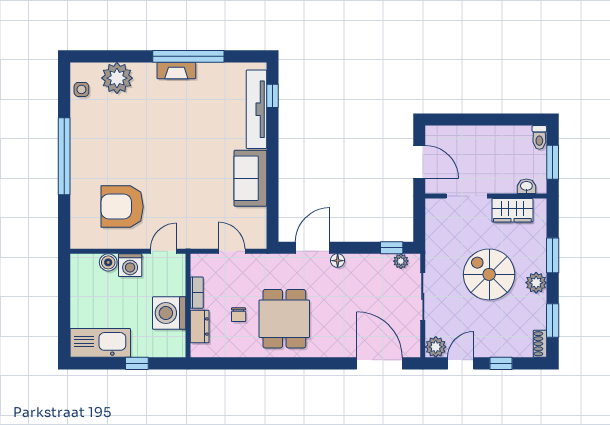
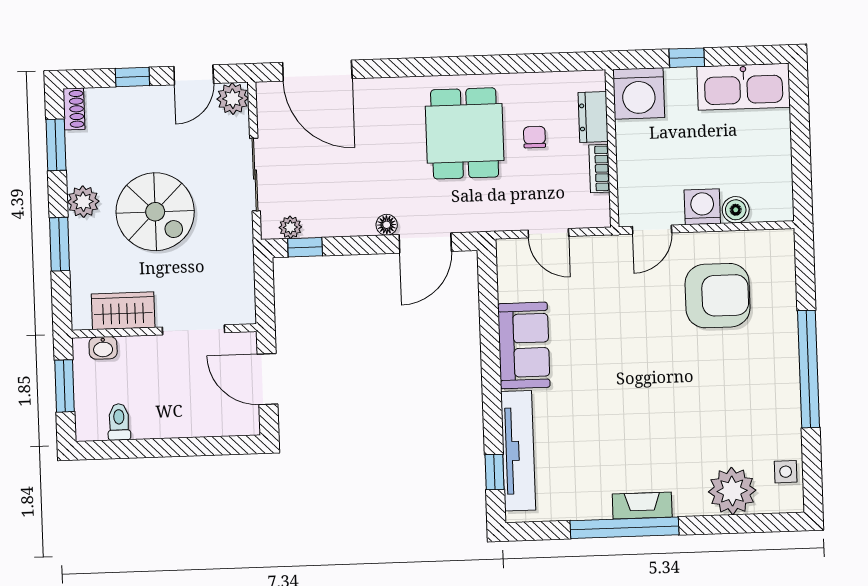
toilet: (539, 137) -> (119, 422), moved
washing machine: (169, 313) -> (639, 93), moved, turned 90

